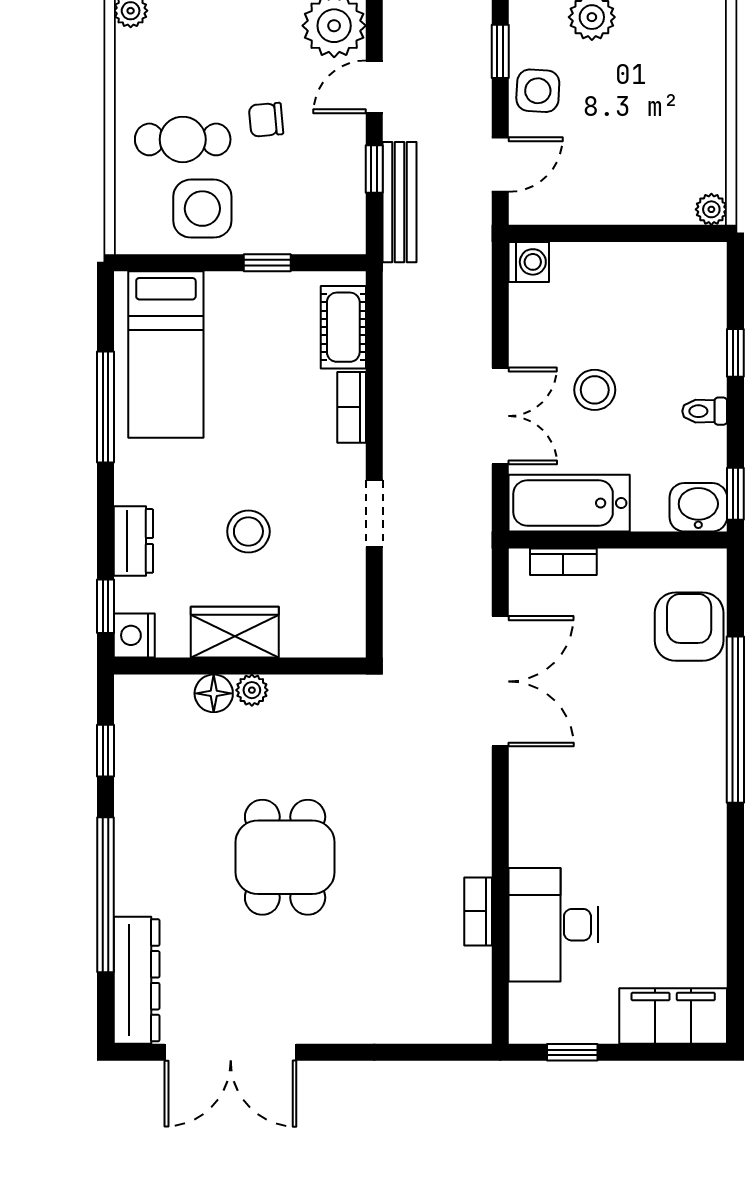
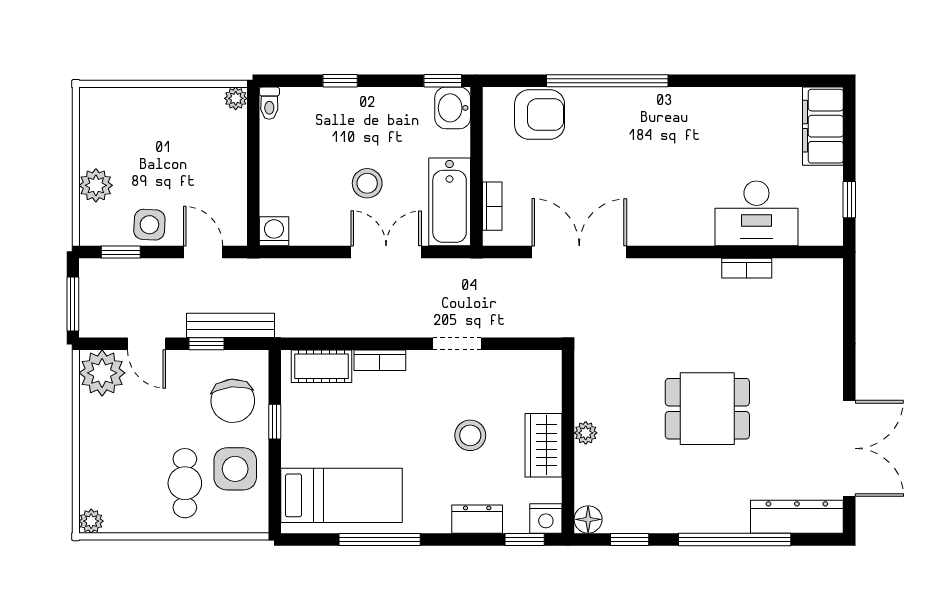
chair: (266, 120) -> (233, 401), moved, width x1.87, depth x1.87
toilet: (705, 411) -> (269, 103), moved
armchair: (689, 627) -> (540, 115), turned 180
floor lamp: (214, 693) -> (588, 519), moved

